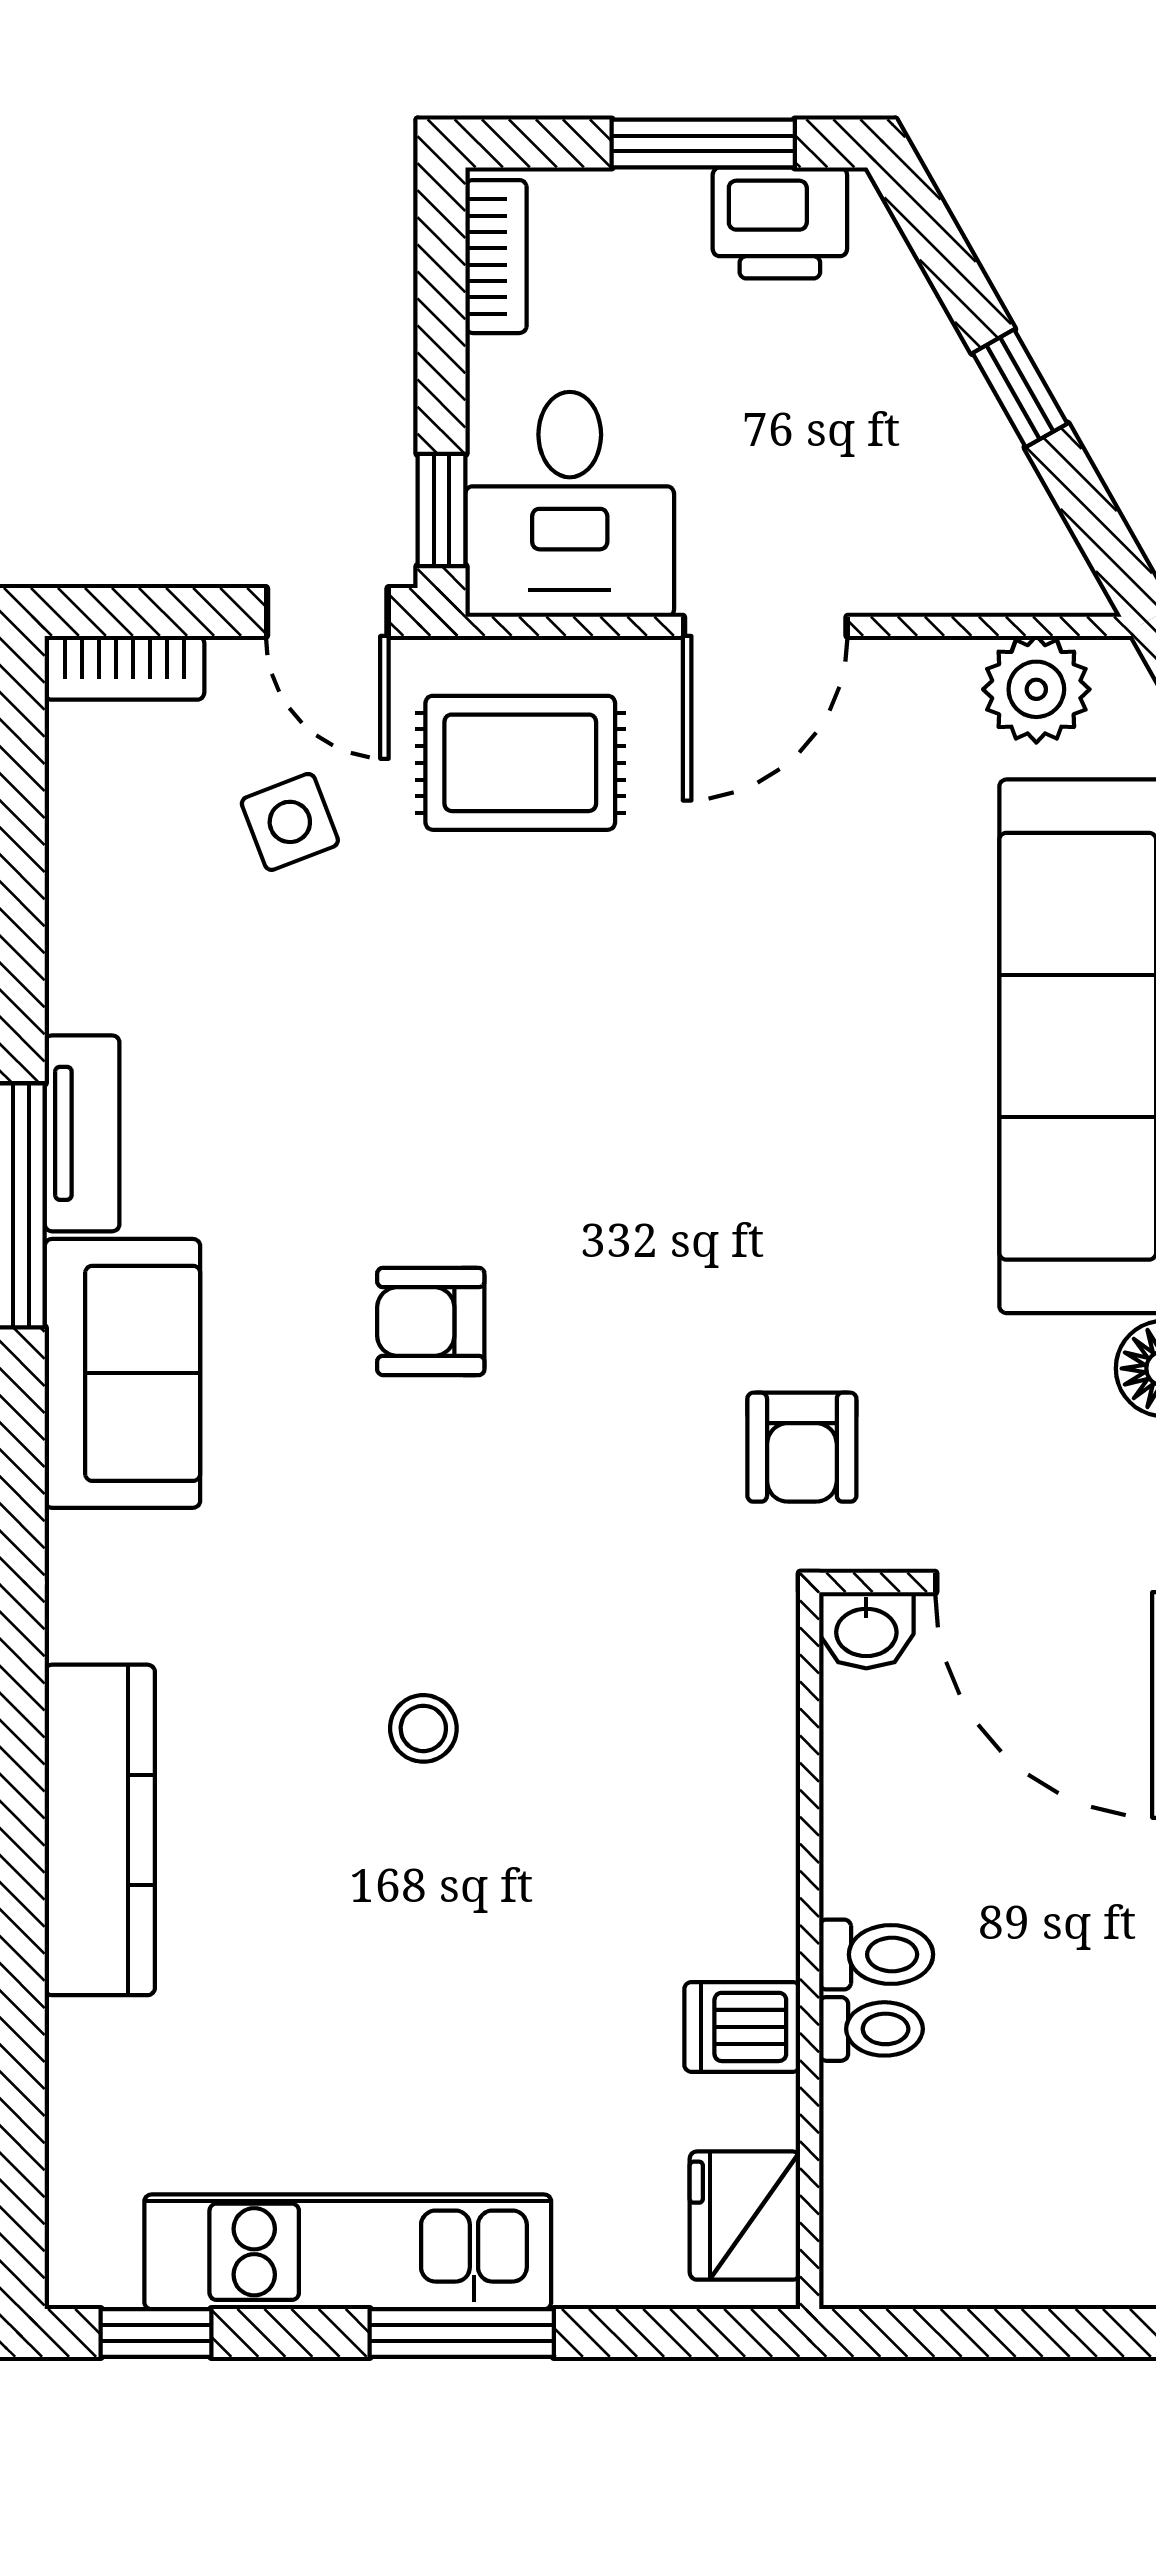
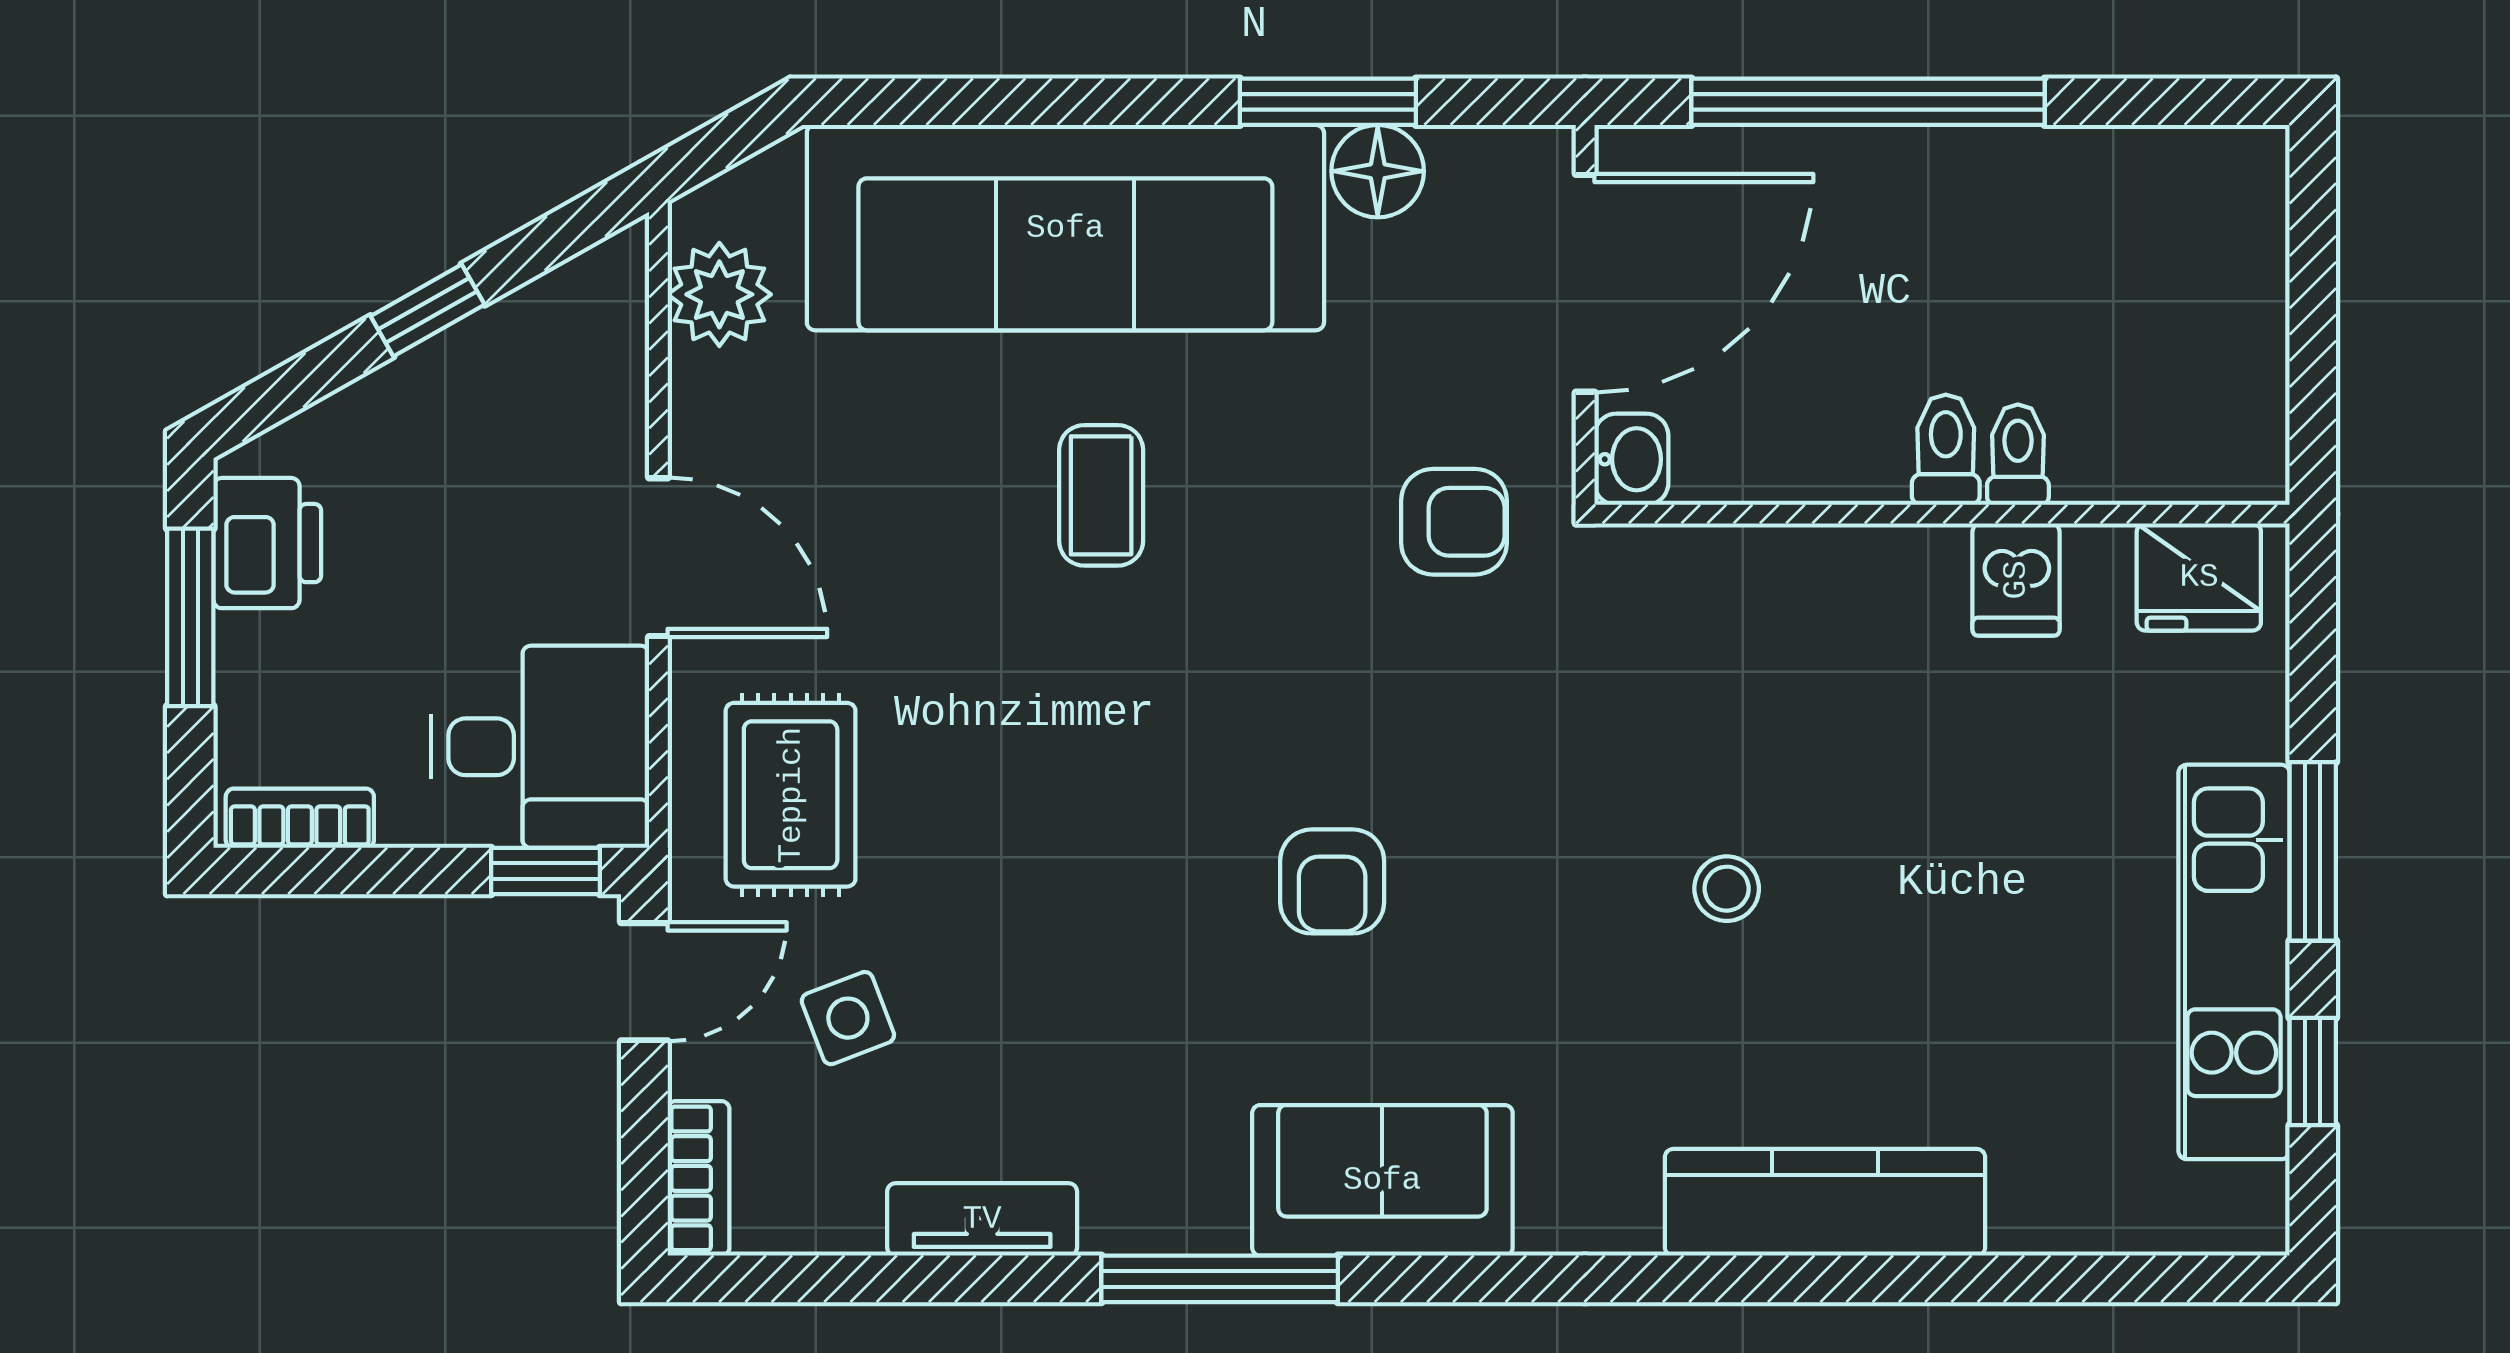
coffee table: (829, 1083) -> (1101, 495), added
tv unit: (82, 1133) -> (982, 1219), moved
window: (156, 2333) -> (2313, 1071), moved

